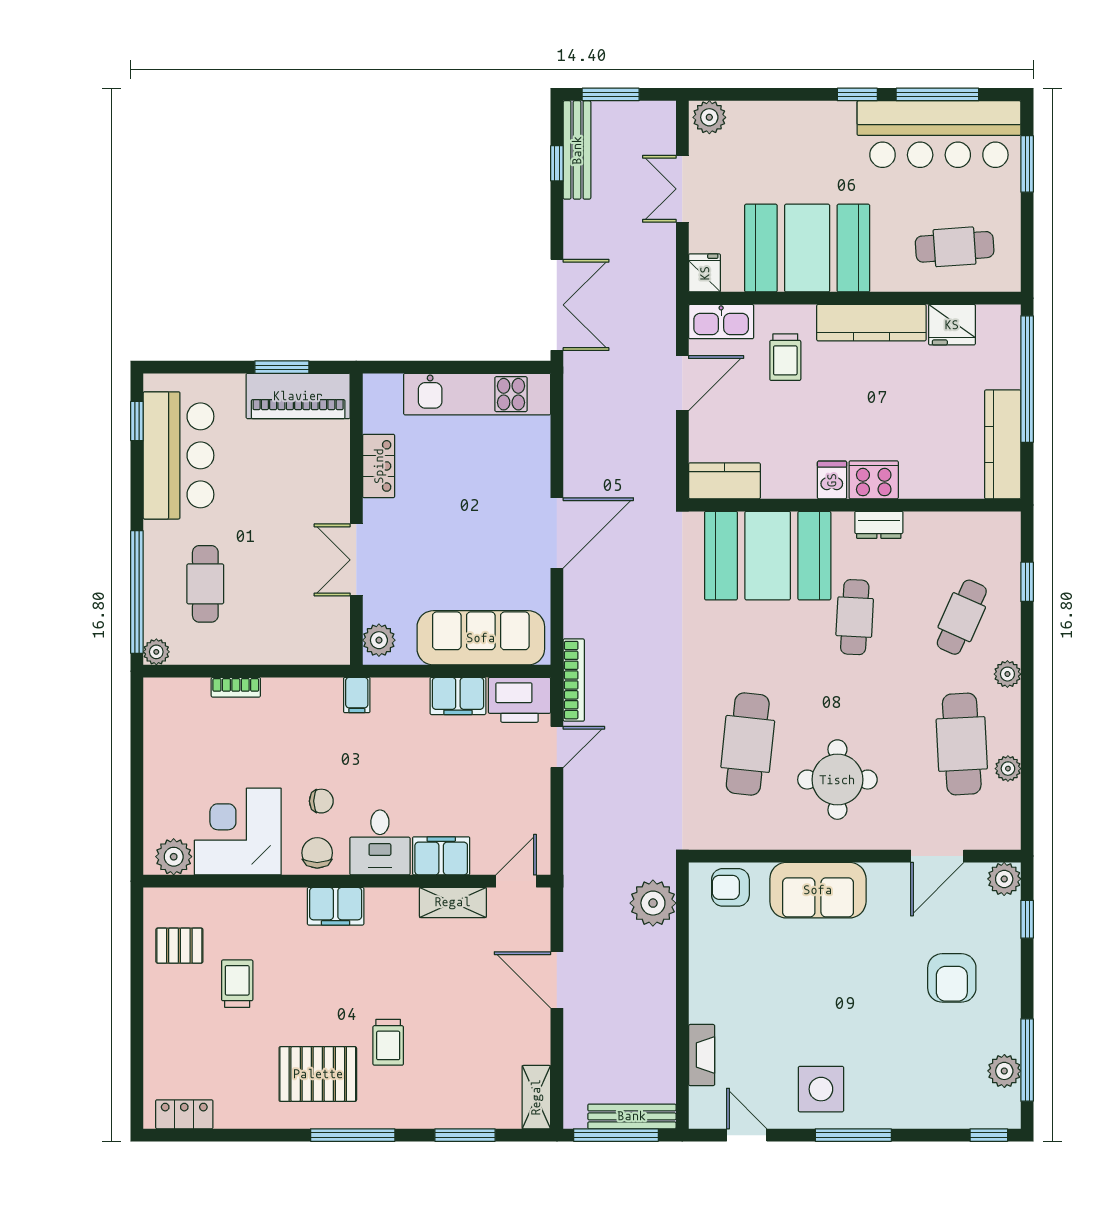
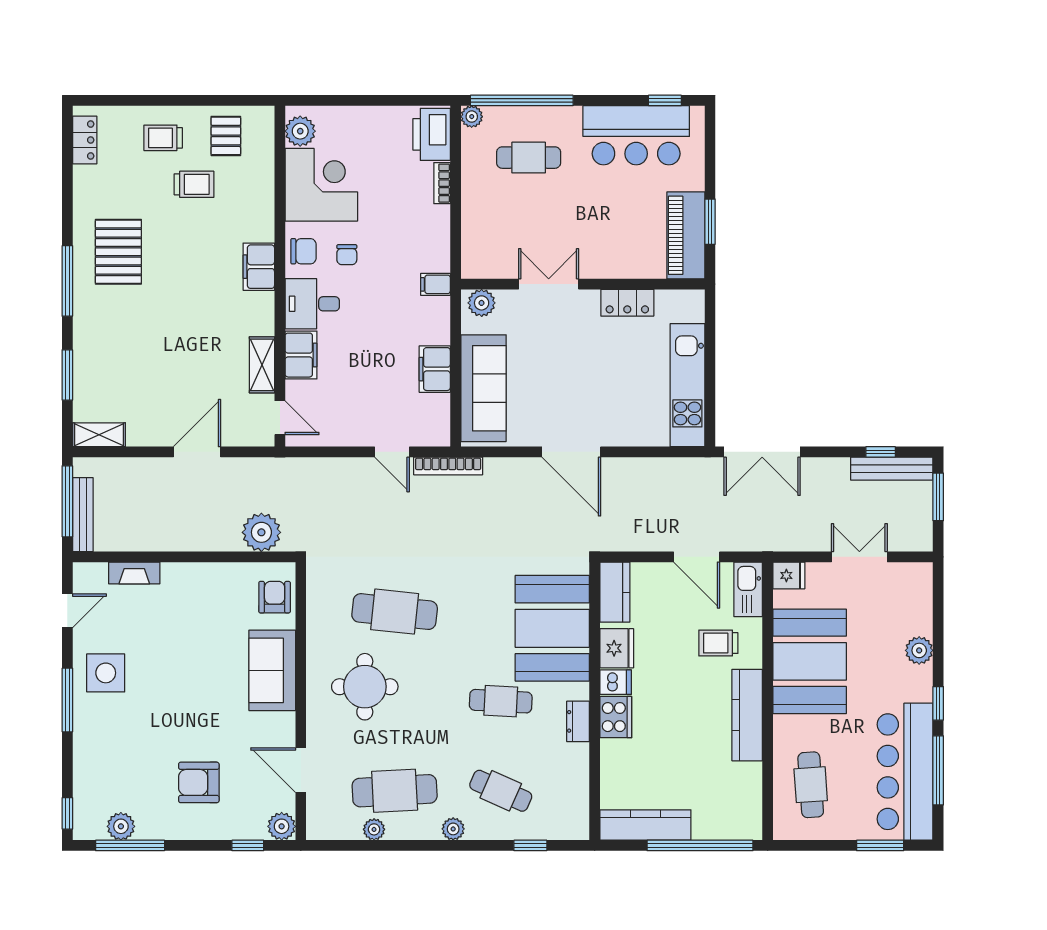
plant: (709, 117) -> (919, 650), moved
fridge: (952, 325) -> (617, 648), moved, turned 180
printer: (519, 700) -> (432, 134), moved
trolley: (388, 1042) -> (163, 138), moved

